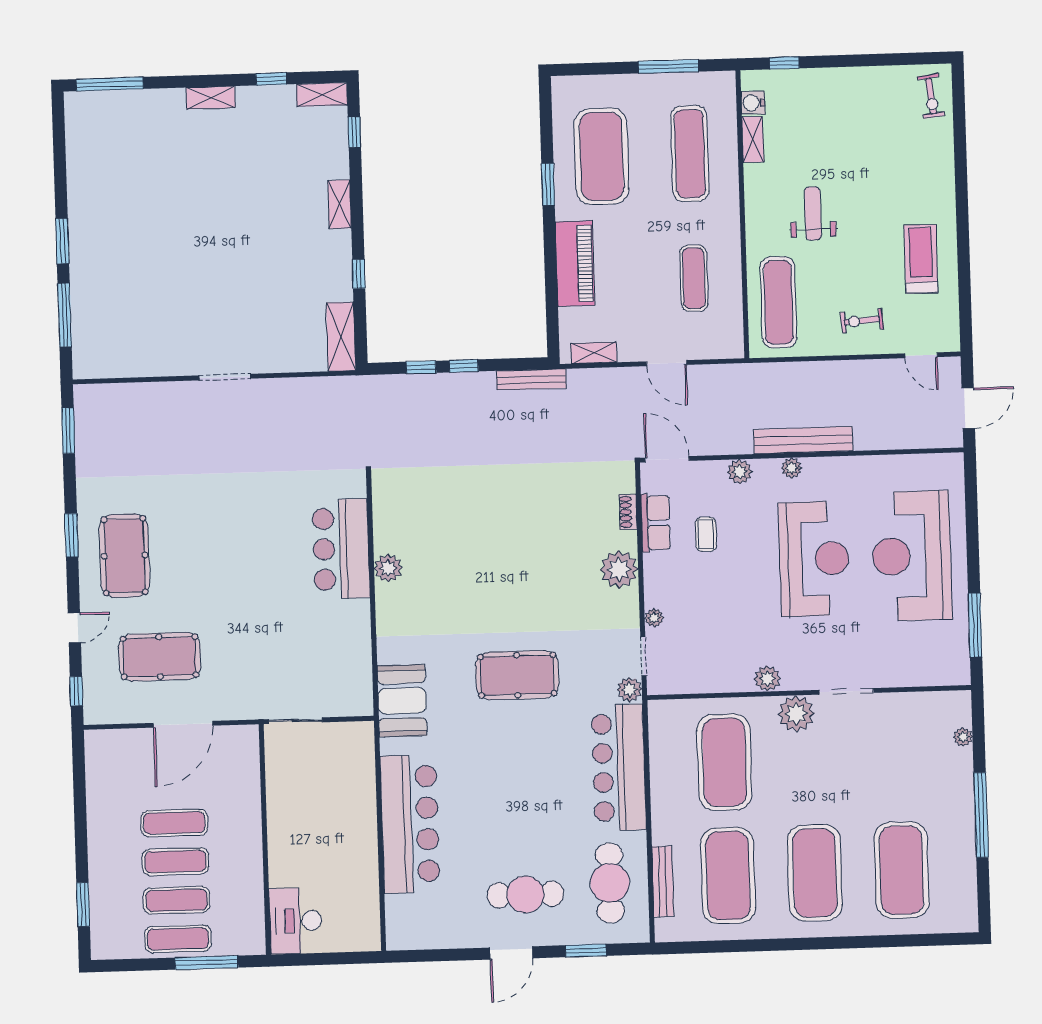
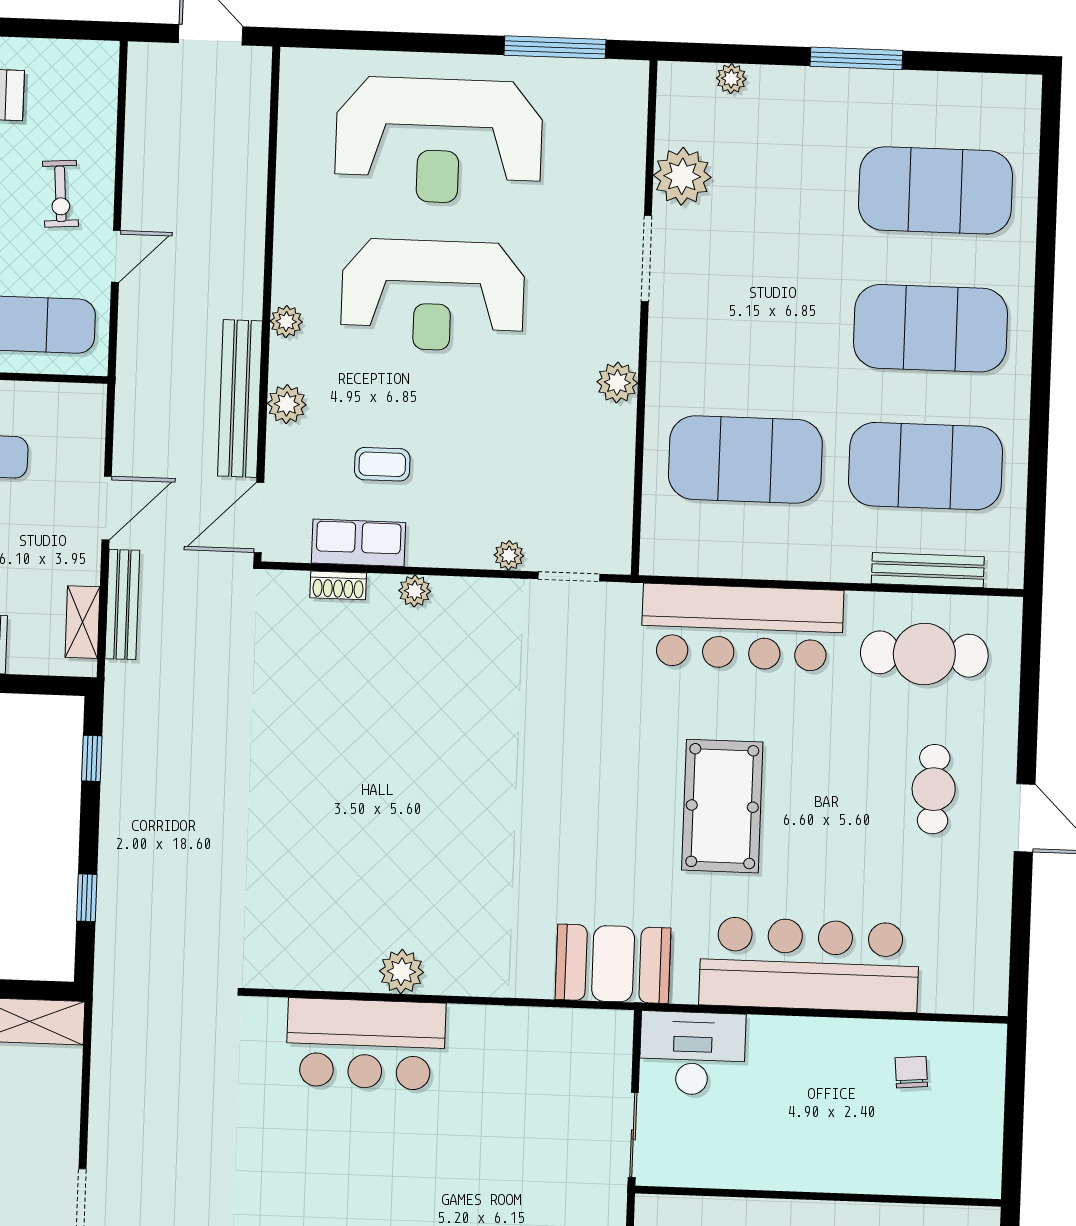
door: (921, 355) -> (116, 256), moved
window: (464, 366) -> (92, 758), moved
bench: (531, 379) -> (122, 604), moved
bench: (803, 440) -> (240, 398), moved
reception desk: (814, 559) -> (433, 295), turned 180
plant: (619, 569) -> (415, 591), width x0.53, depth x0.53
pool table: (517, 675) -> (722, 806), moved
plant: (630, 690) -> (620, 602), removed
plant: (796, 714) -> (682, 176), moved
window: (981, 815) -> (856, 58), width x0.68
chair: (347, 893) -> (911, 1072), added
cafe table: (525, 895) -> (934, 789), width x0.73, depth x0.74
desk: (296, 921) -> (692, 1053), moved, turned 180
window: (586, 951) -> (1029, 699), removed

